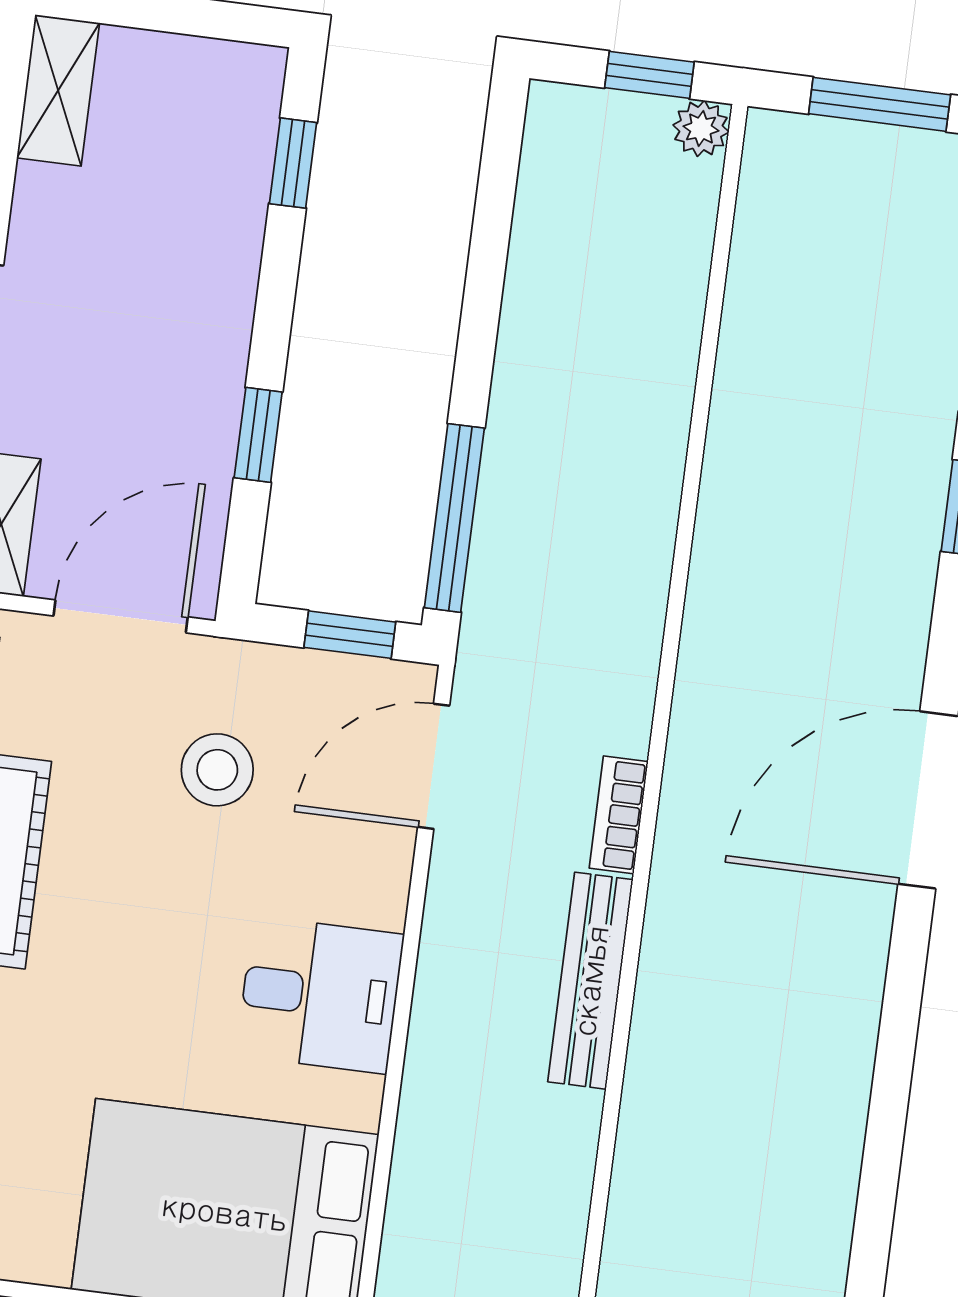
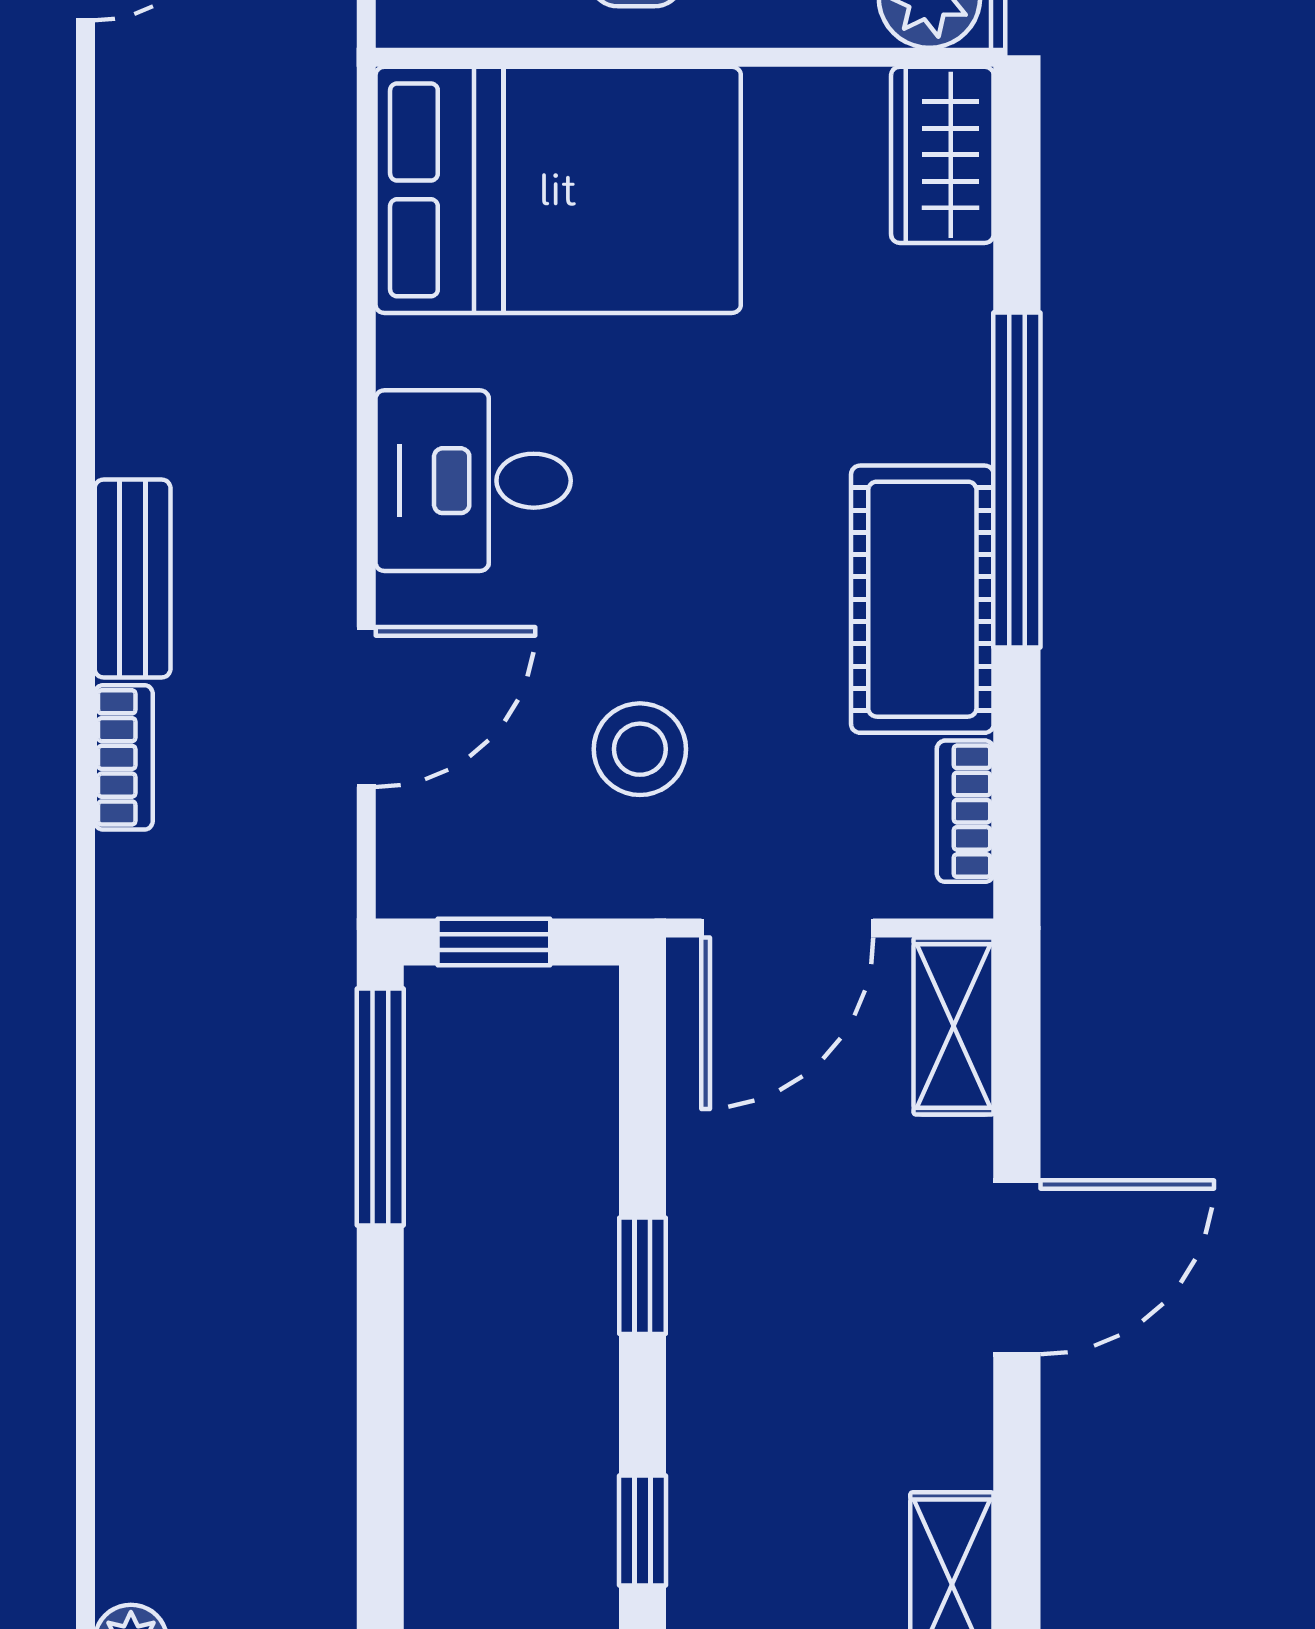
window: (258, 435) -> (642, 1276), moved
door: (434, 766) -> (366, 707), moved
bench: (590, 981) -> (133, 578), width x0.73

